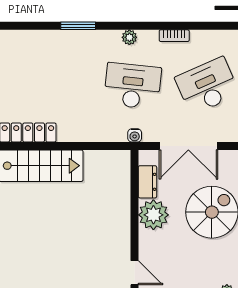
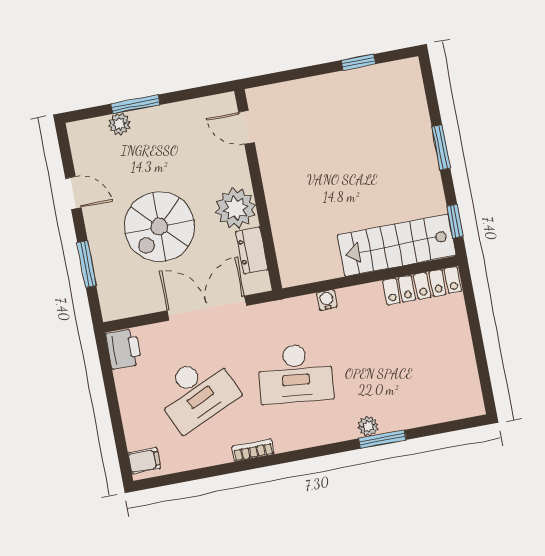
plant: (129, 37) -> (368, 426), moved
water cooler: (135, 135) -> (327, 300), moved

